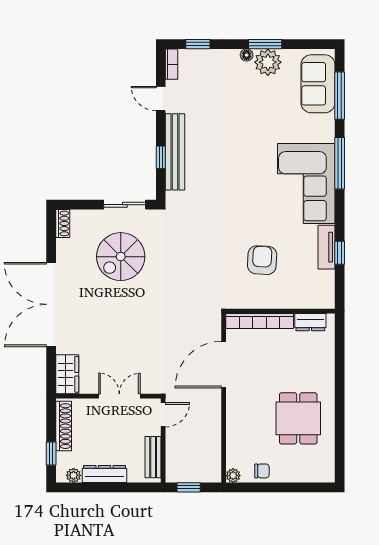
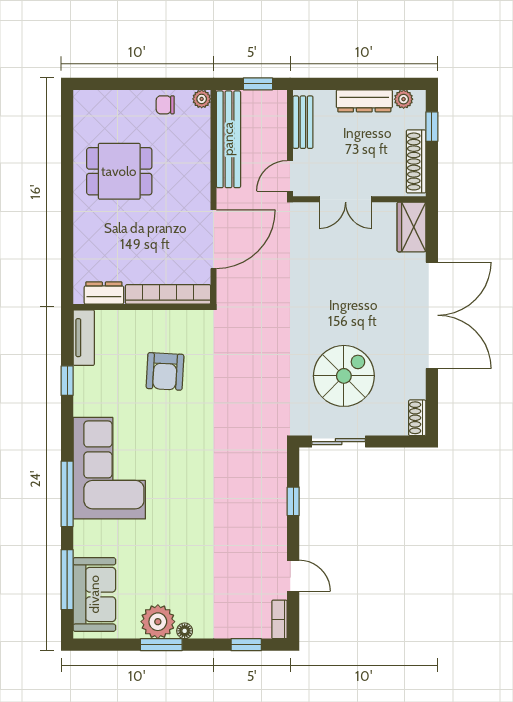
bench: (175, 152) -> (228, 139), moved
tv unit: (326, 247) -> (84, 338), moved
dining table: (298, 418) -> (119, 171), turned 90

